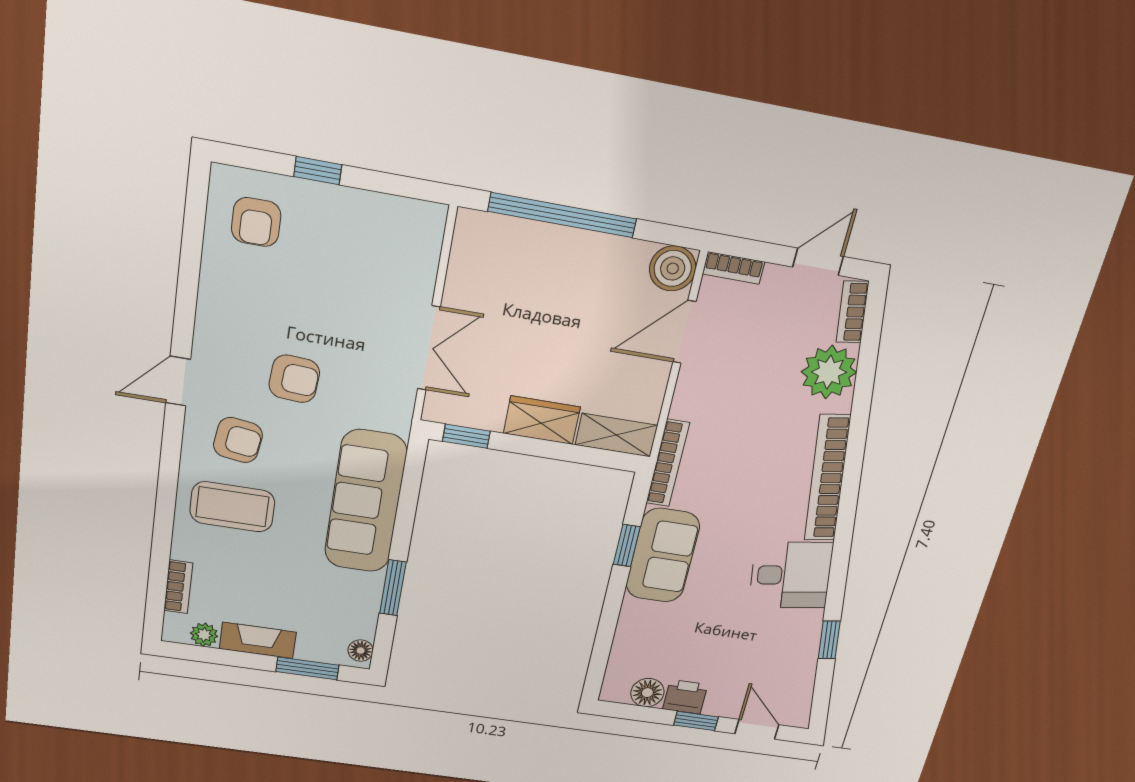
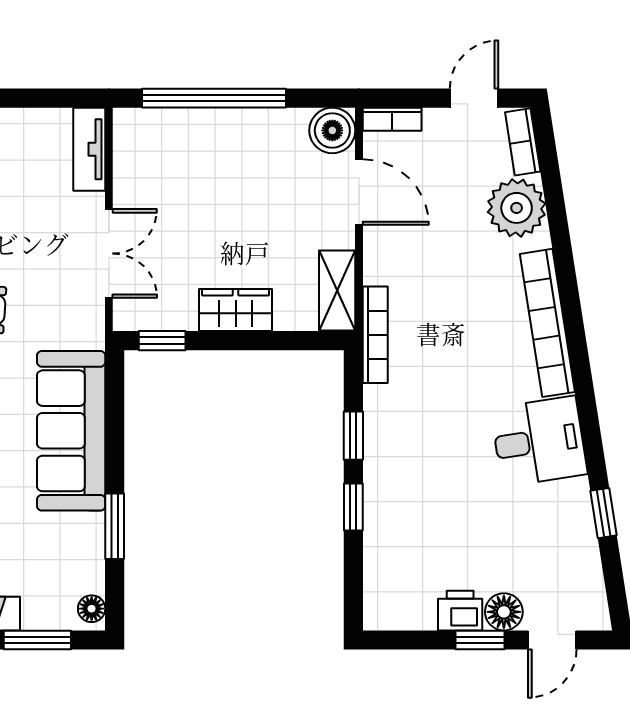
tv unit: (426, 244) -> (89, 149), added
door: (684, 332) -> (359, 192), swing flipped
shelving: (616, 435) -> (337, 290), moved, turned 90
sofa: (663, 556) -> (394, 441), removed
window: (613, 603) -> (353, 507), added
floor lamp: (647, 693) -> (504, 612), moved
door: (757, 729) -> (552, 640), swing flipped

